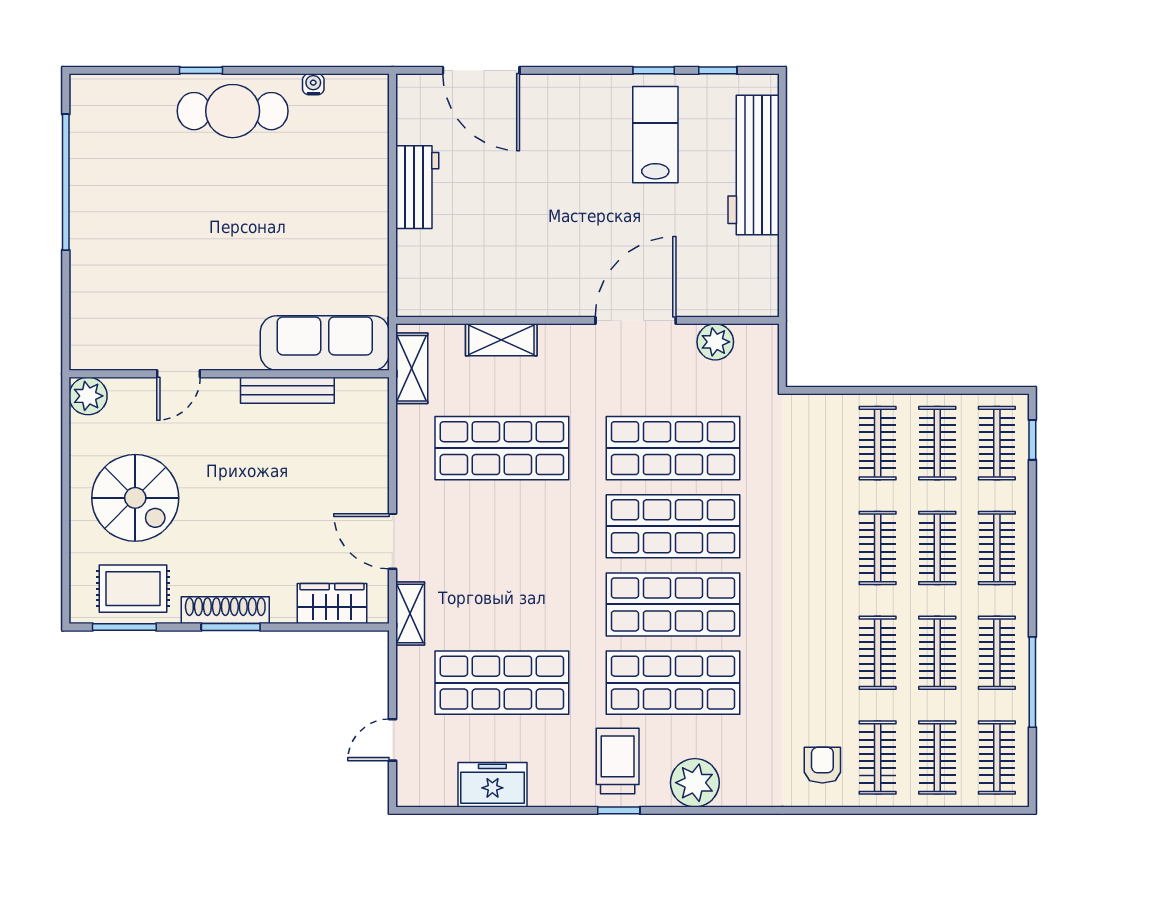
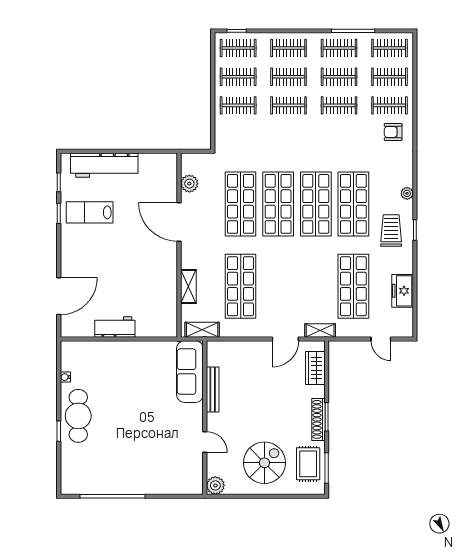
trolley: (618, 761) -> (391, 231), turned 90
plant: (695, 783) -> (407, 193), width x0.53, depth x0.53

